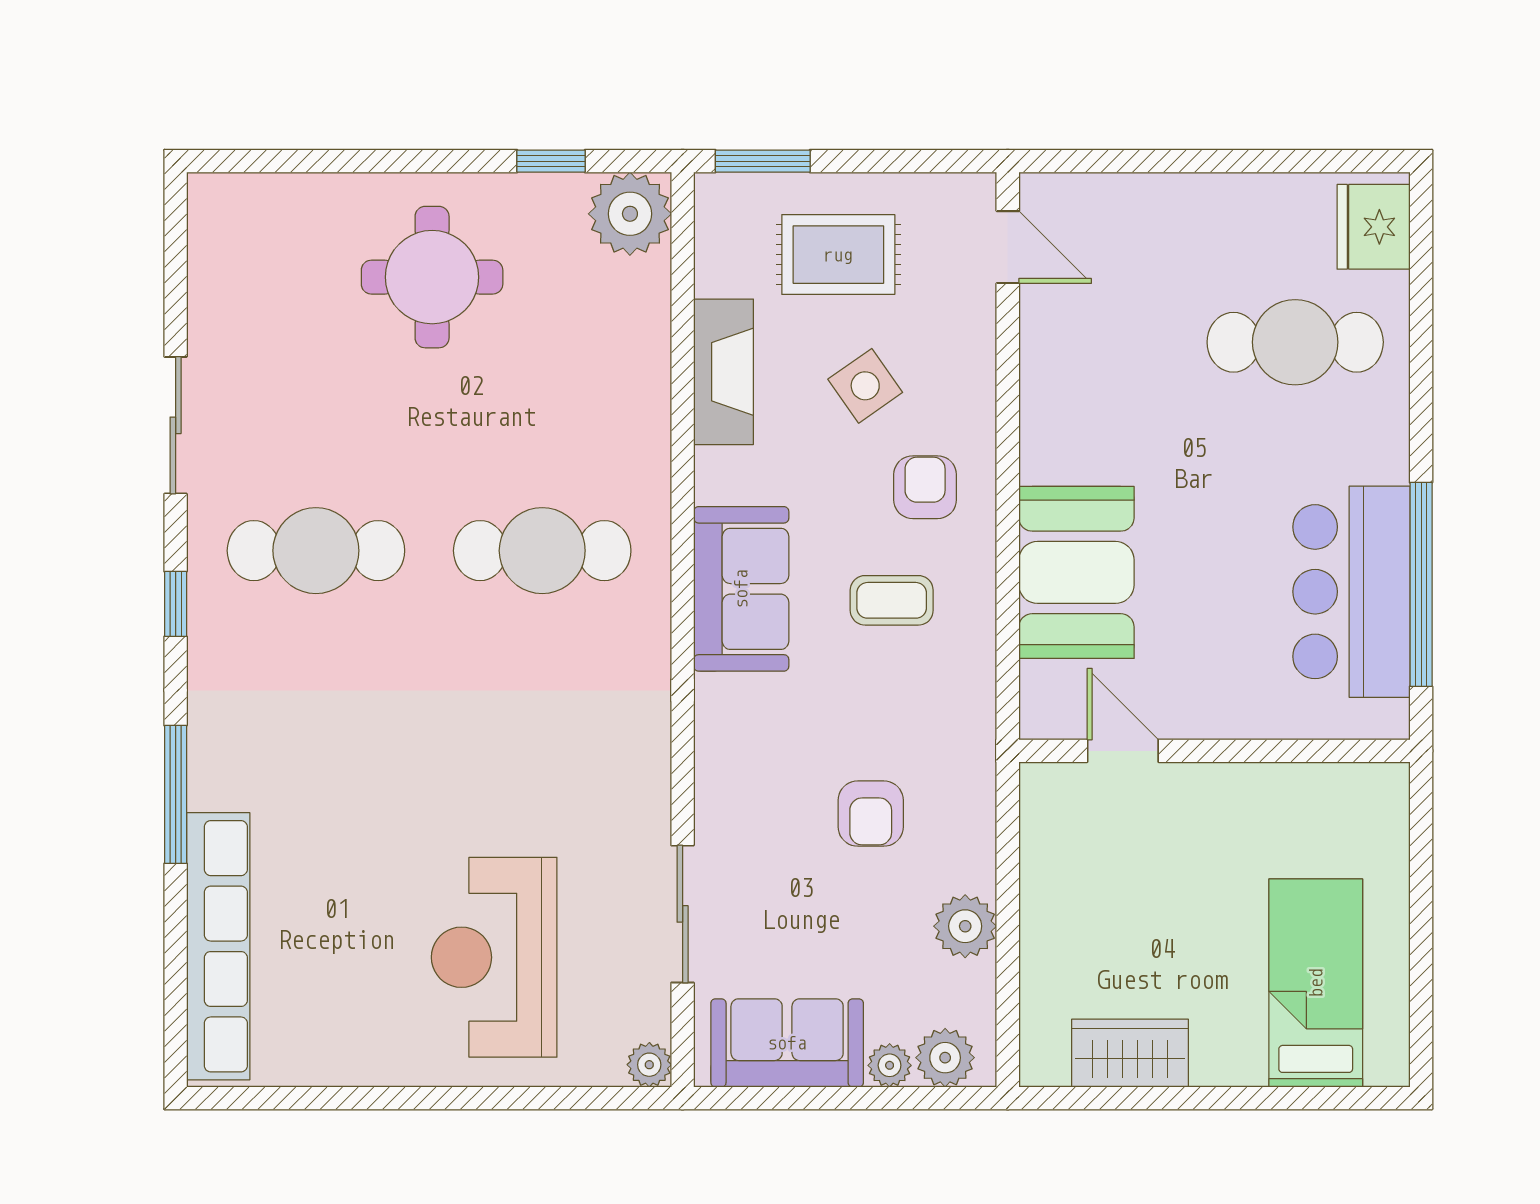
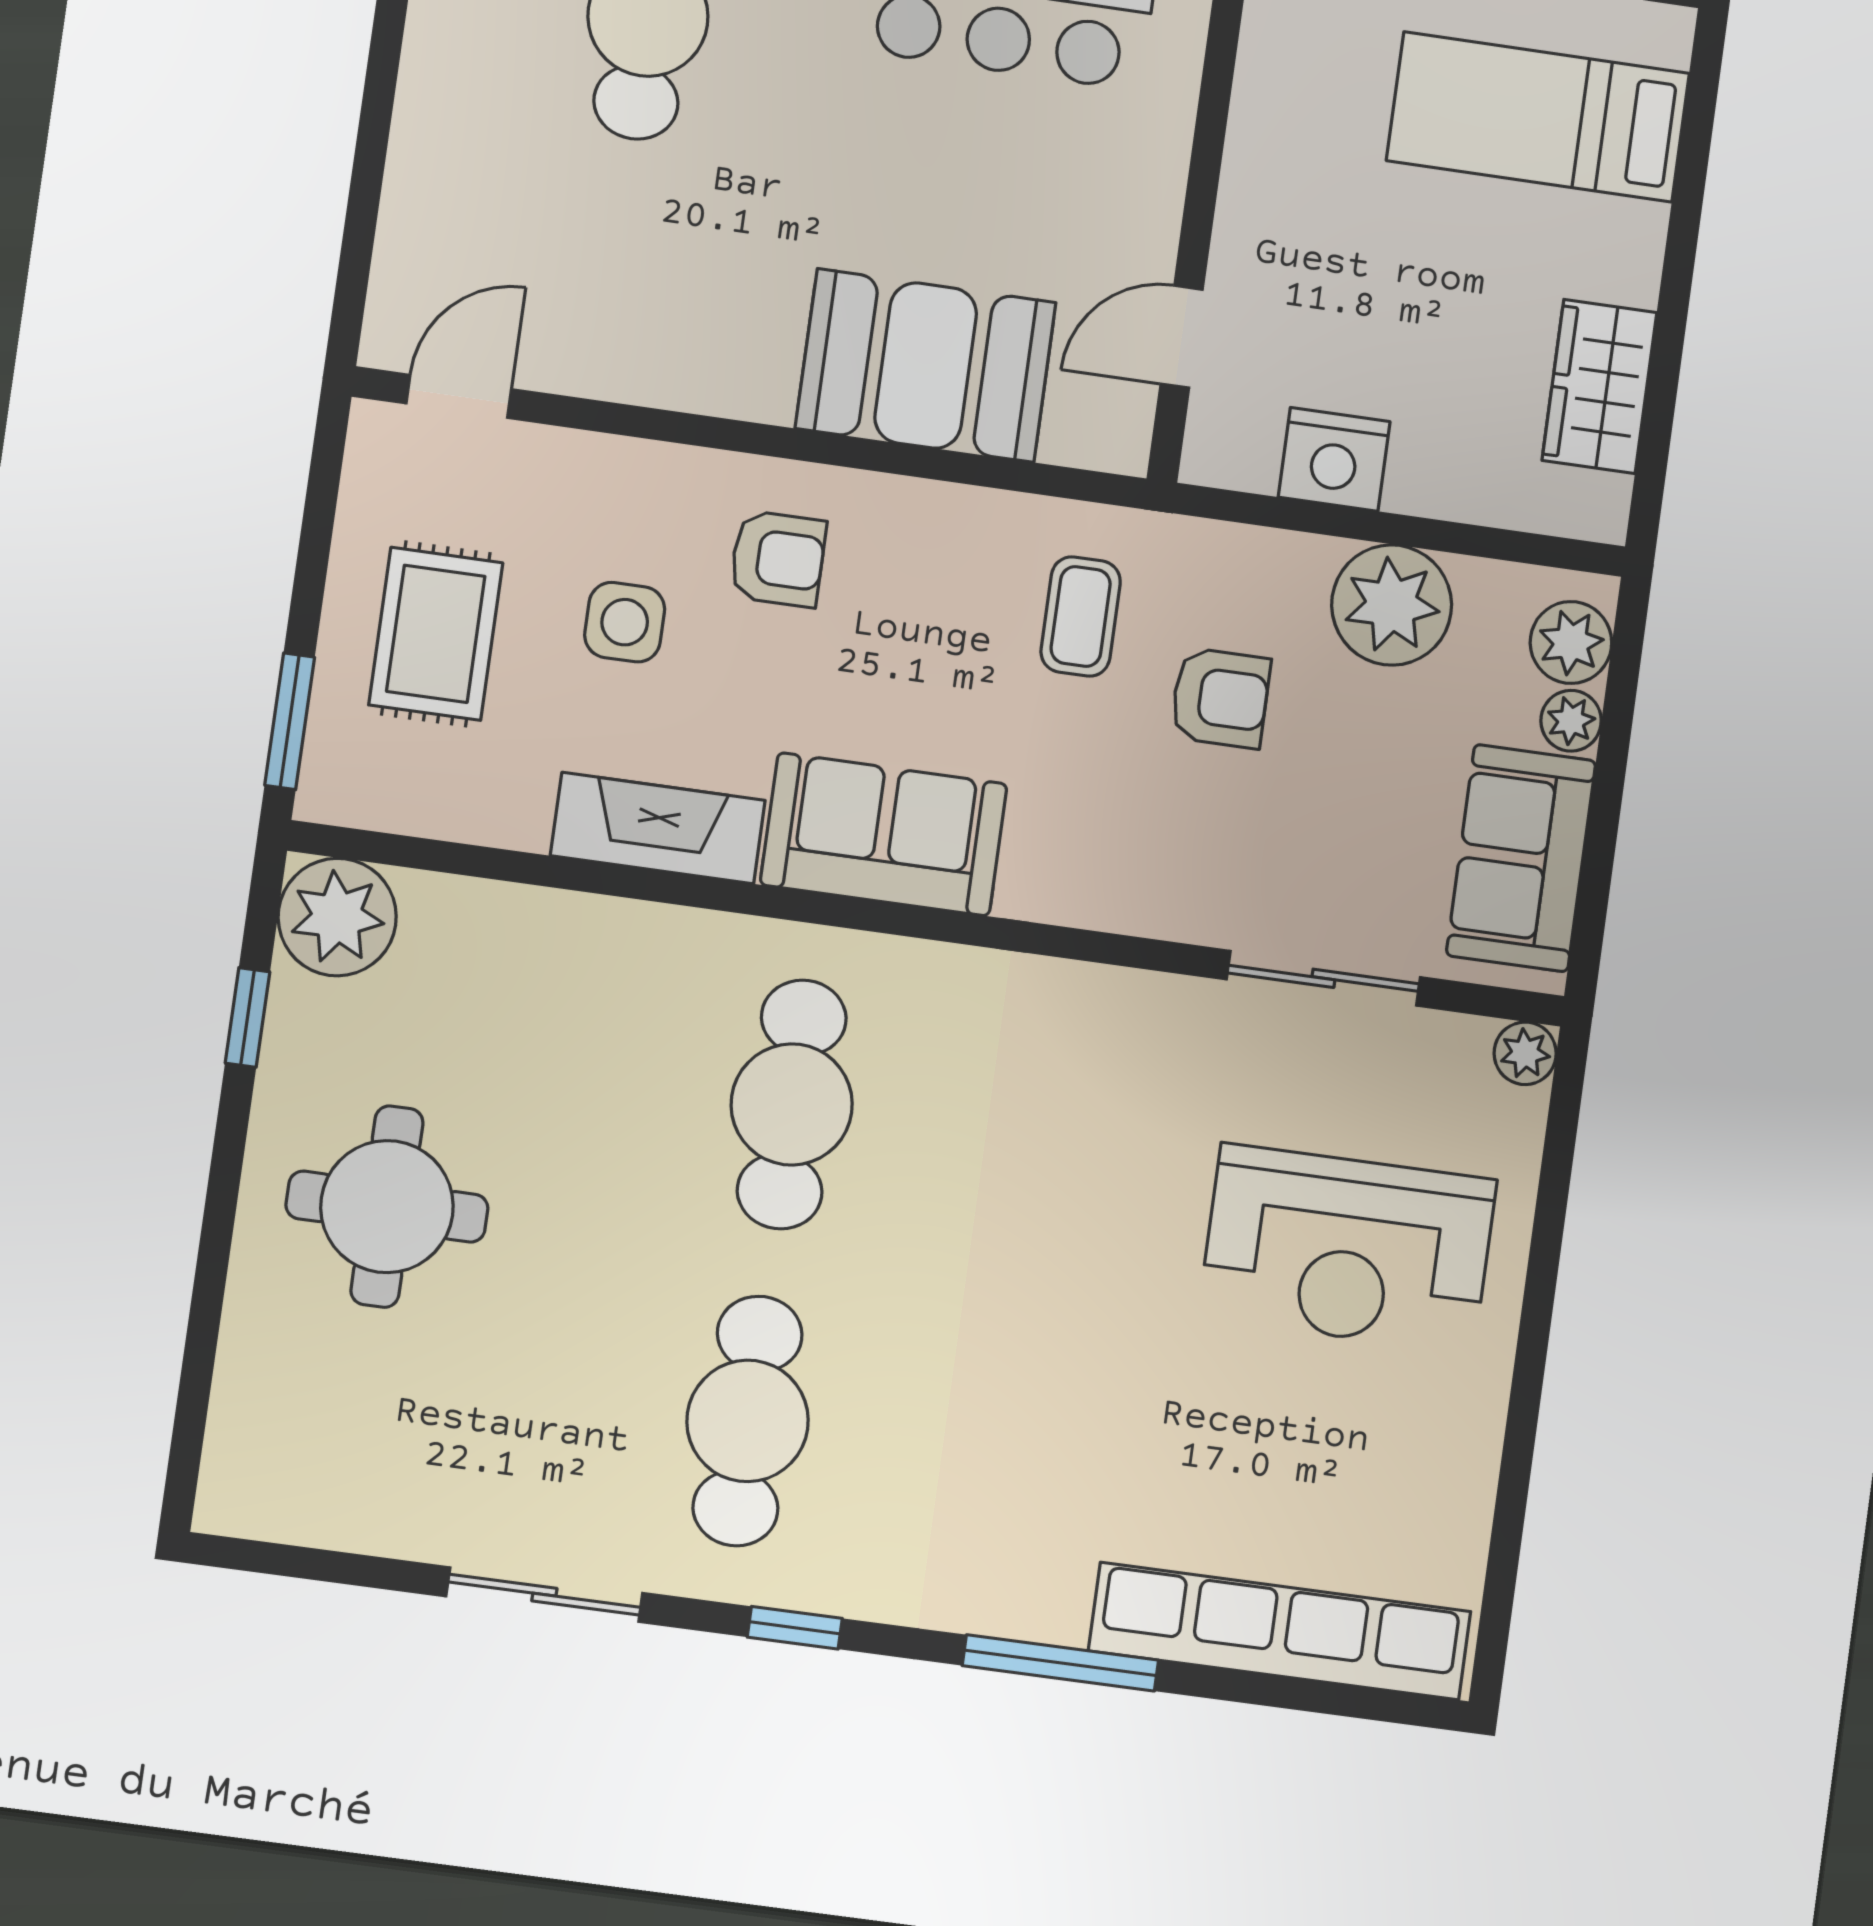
fireplace: (724, 372) -> (658, 828), moved
side table: (865, 386) -> (625, 622), turned 35
armchair: (925, 487) -> (778, 559), turned 180
coffee table: (892, 600) -> (1081, 617), moved
nightstand: (1051, 871) -> (1334, 459), added
plant: (965, 926) -> (1392, 605), width x1.36, depth x1.36

